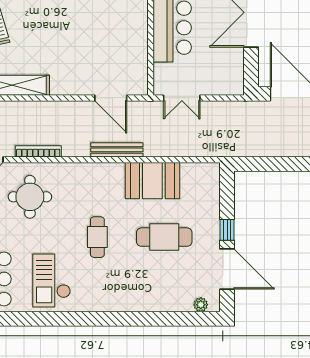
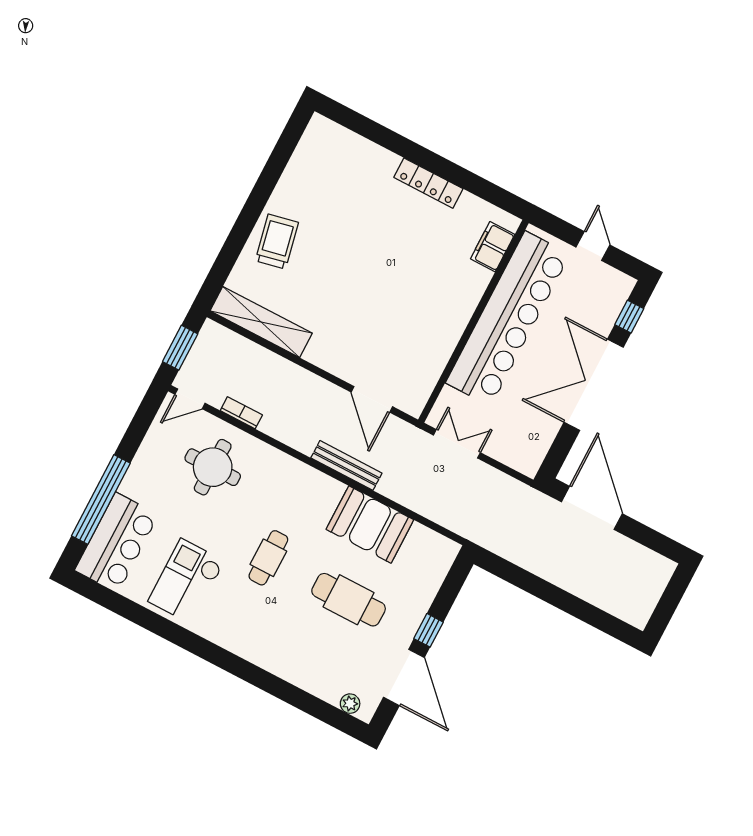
double door: (182, 98) -> (457, 444), swing flipped
bookcase: (38, 151) -> (241, 413), width x0.64

